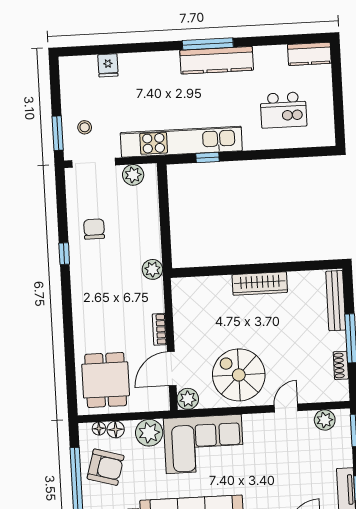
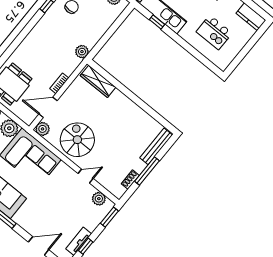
wardrobe: (260, 284) -> (98, 81), moved

